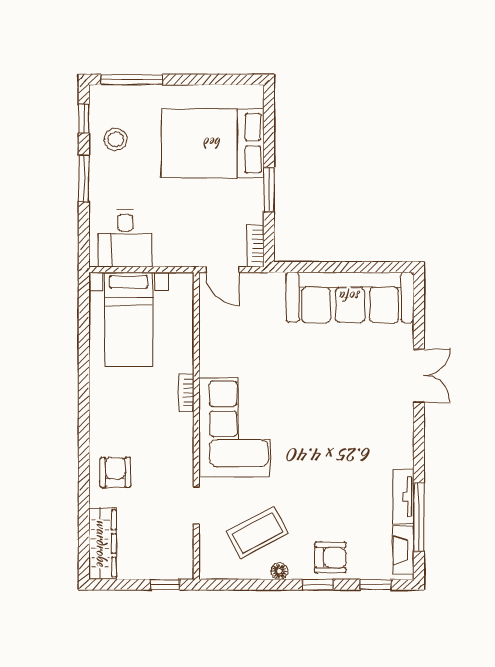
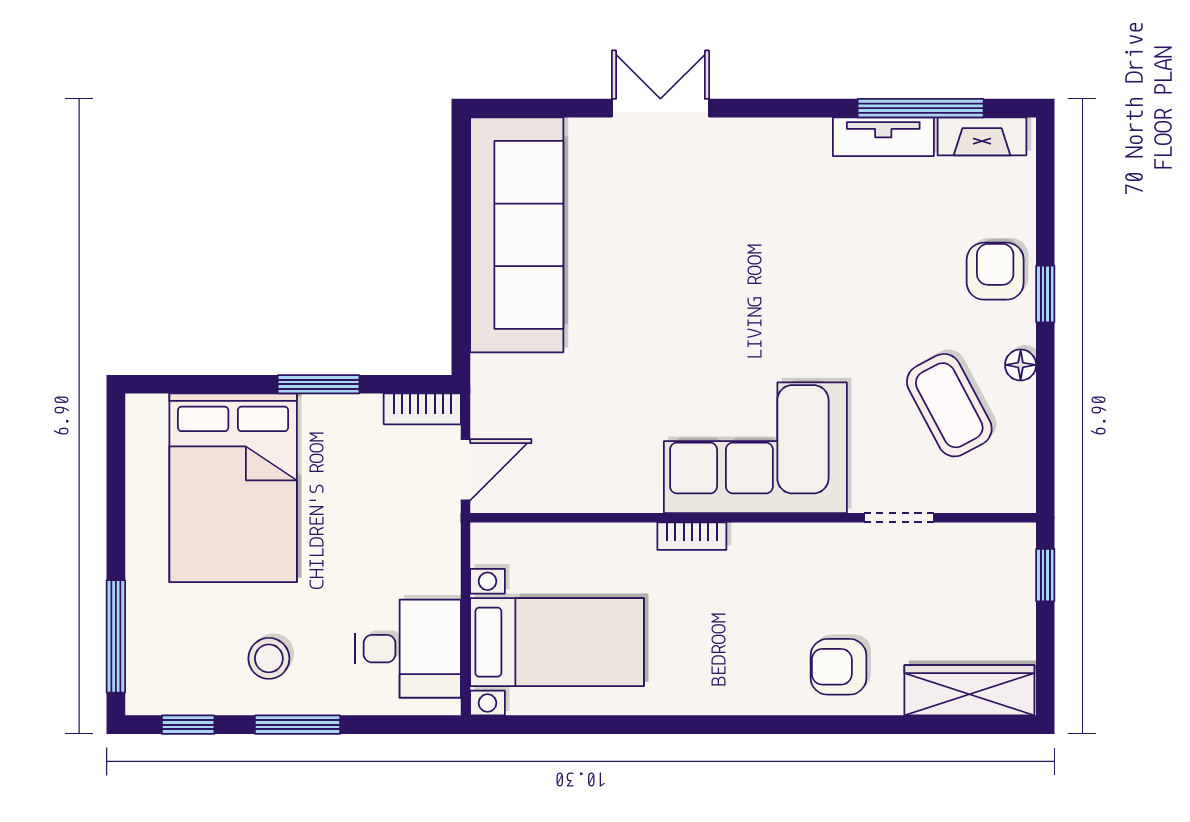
stool: (116, 139) -> (269, 658), moved
window: (375, 585) -> (1045, 188), removed

